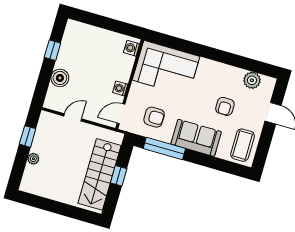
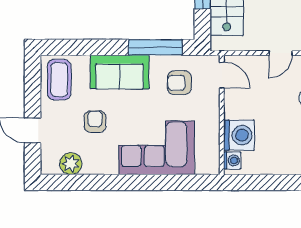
corner sofa: (166, 68) -> (157, 148), moved
washing machine: (120, 88) -> (239, 135), moved, width x1.89, depth x1.89
door: (121, 114) -> (222, 75), hinge flipped

